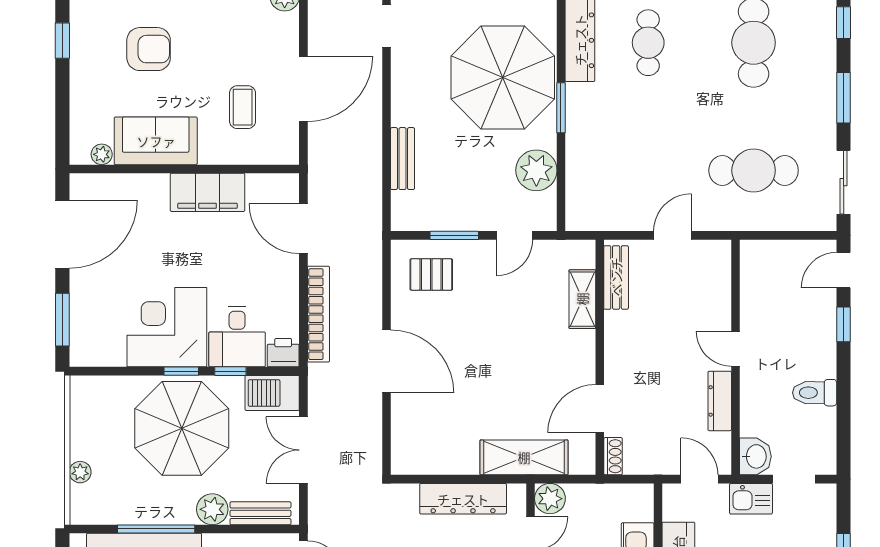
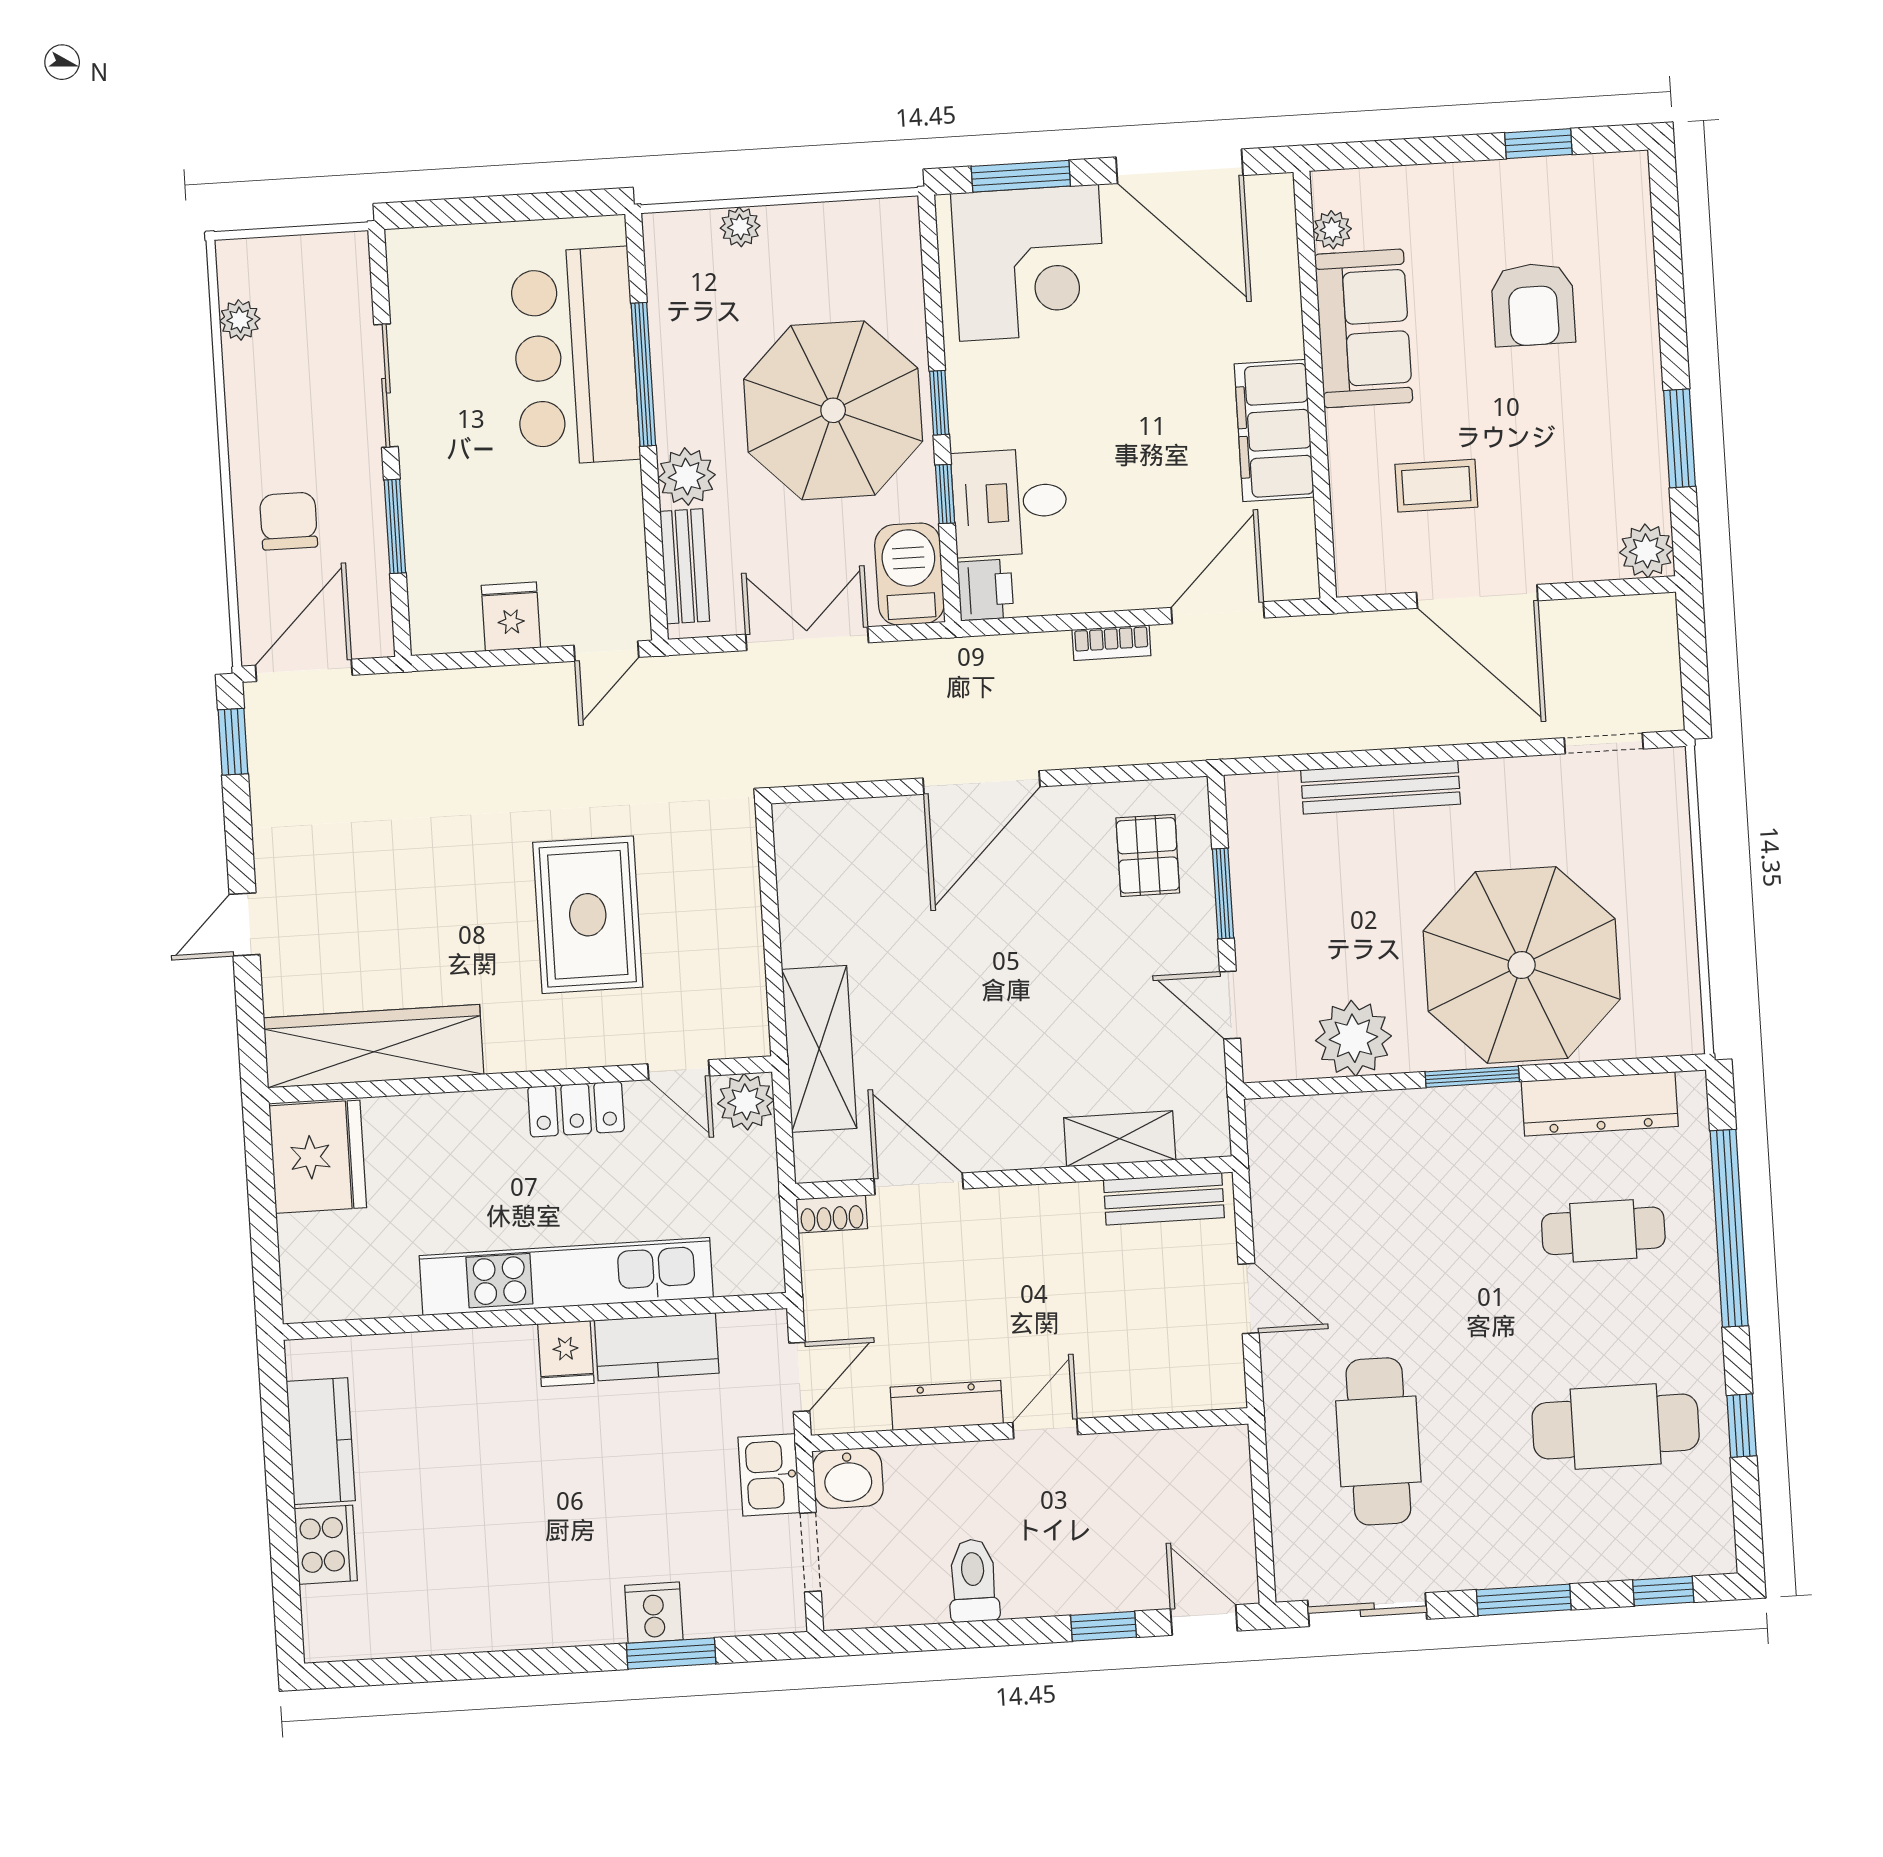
bench: (402, 159) -> (1381, 787), width x1.36
bookcase: (318, 314) -> (1111, 643), width x0.43, depth x0.76
corner desk: (167, 327) -> (1029, 263), moved, turned 90
dresser: (463, 499) -> (735, 941), removed

